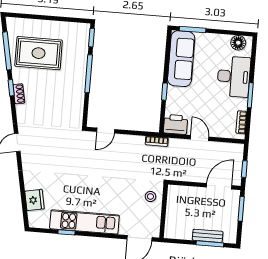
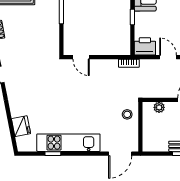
door: (106, 130) -> (81, 57), hinge flipped
plant: (186, 192) -> (159, 107), added

